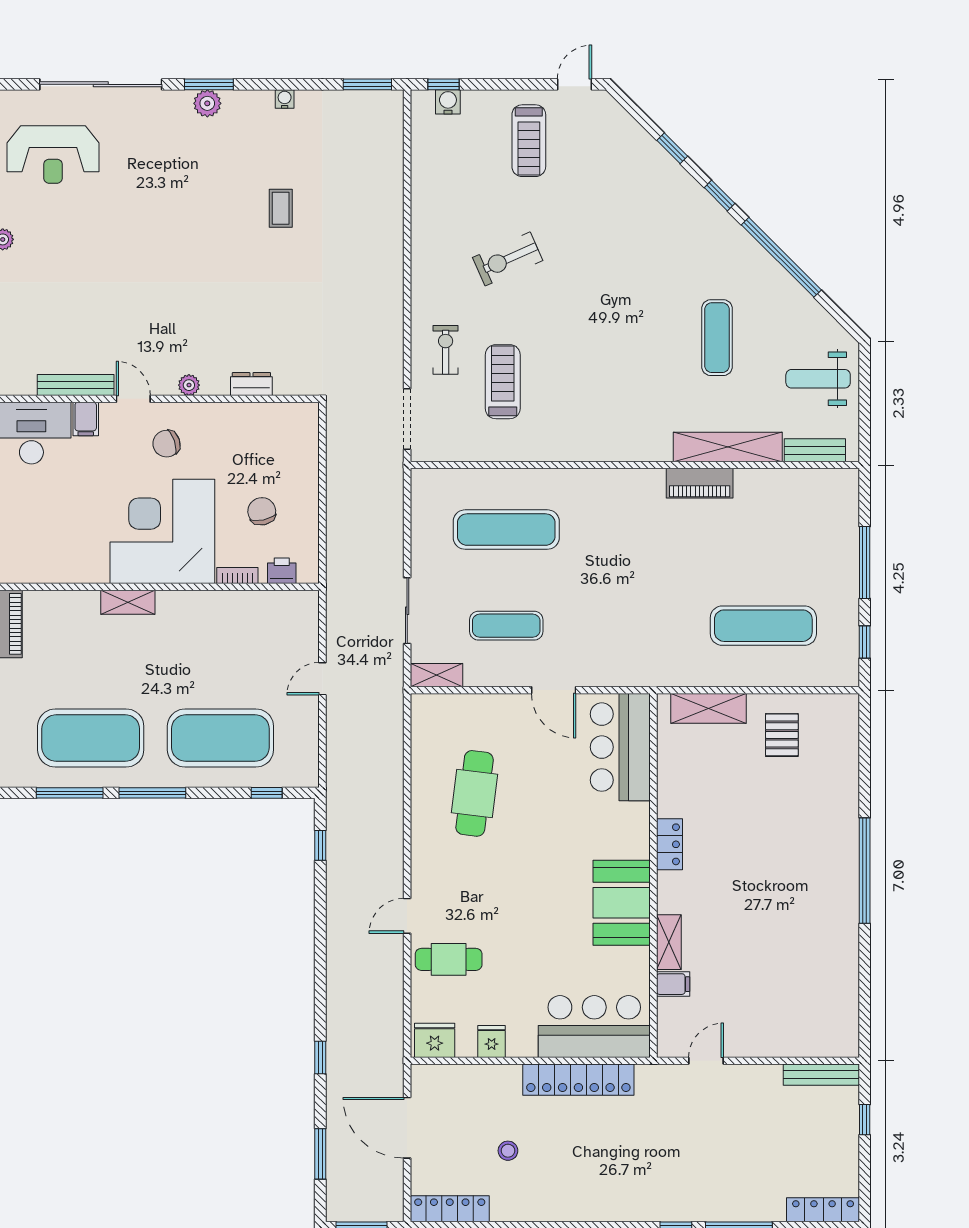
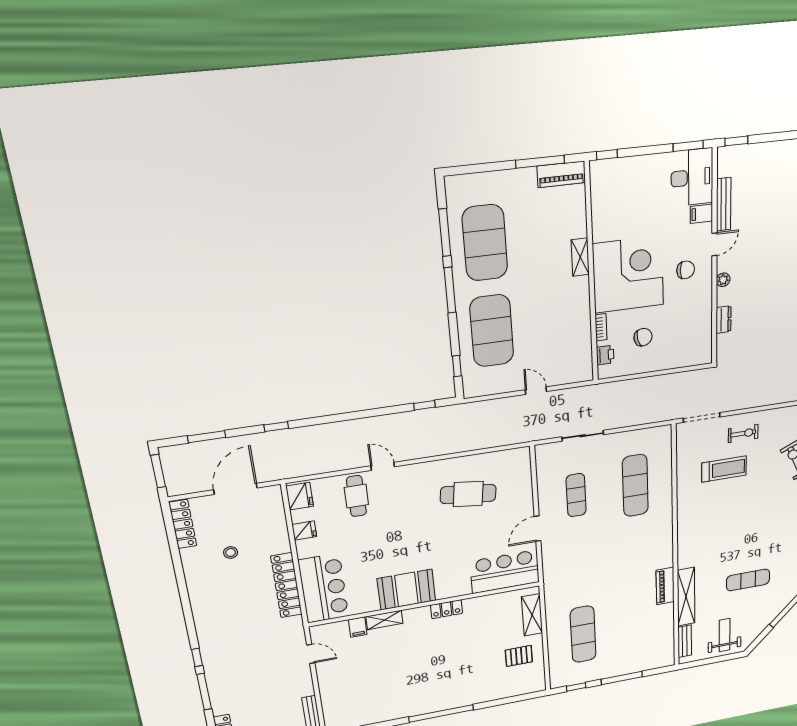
chair: (166, 444) -> (686, 270), turned 109
shelving: (436, 675) -> (543, 460), removed

